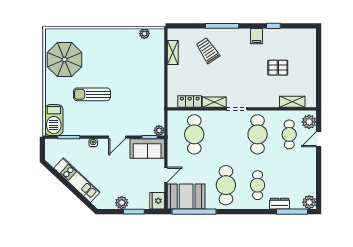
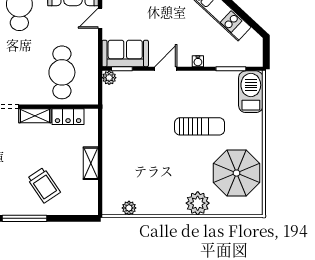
plant: (93, 37) -> (198, 203), added
shelving: (173, 53) -> (91, 163), moved

